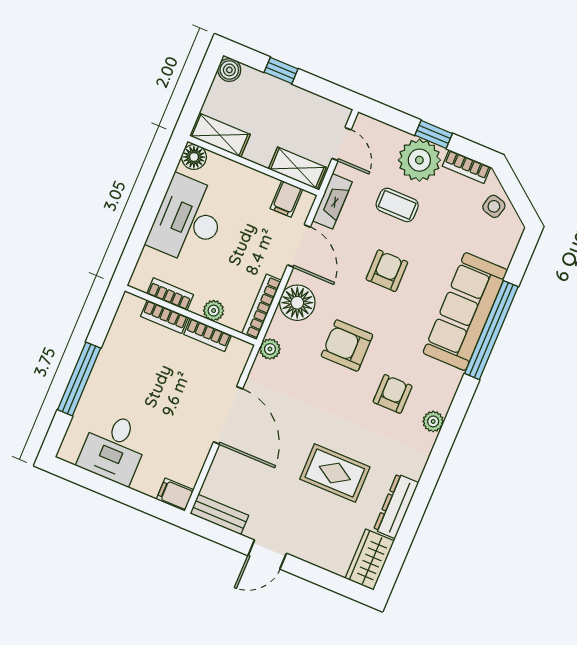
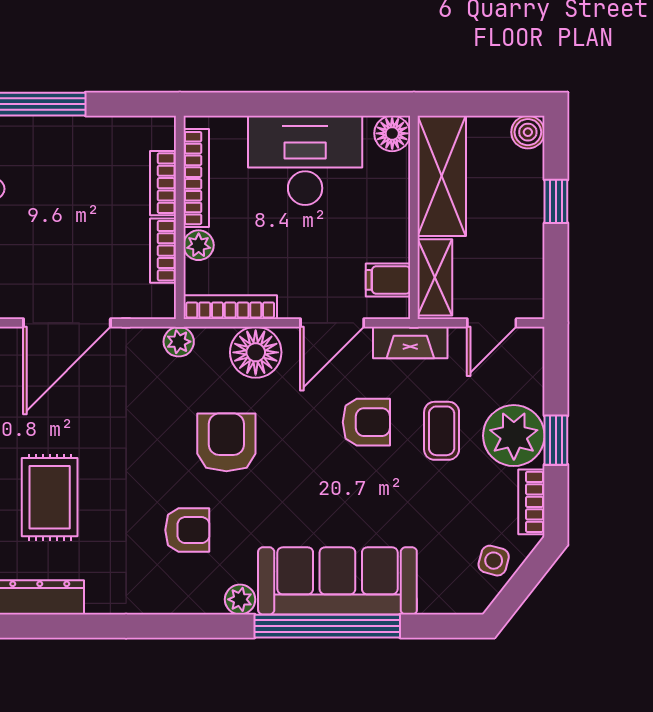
shelving: (220, 135) -> (442, 176), width x1.50, depth x1.33
armchair: (387, 271) -> (366, 422), moved
bookcase: (170, 294) -> (196, 178), width x1.56
plant: (433, 421) -> (240, 599), moved

